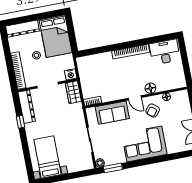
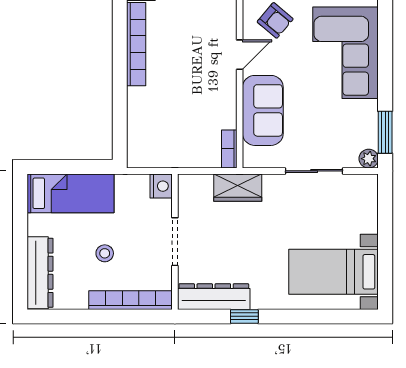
bed: (56, 36) -> (70, 193), width x0.67
floor lamp: (150, 88) -> (225, 16), removed
wardrobe: (73, 92) -> (238, 188), moved

